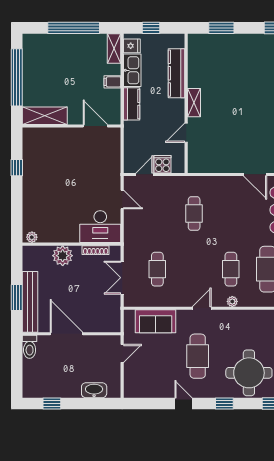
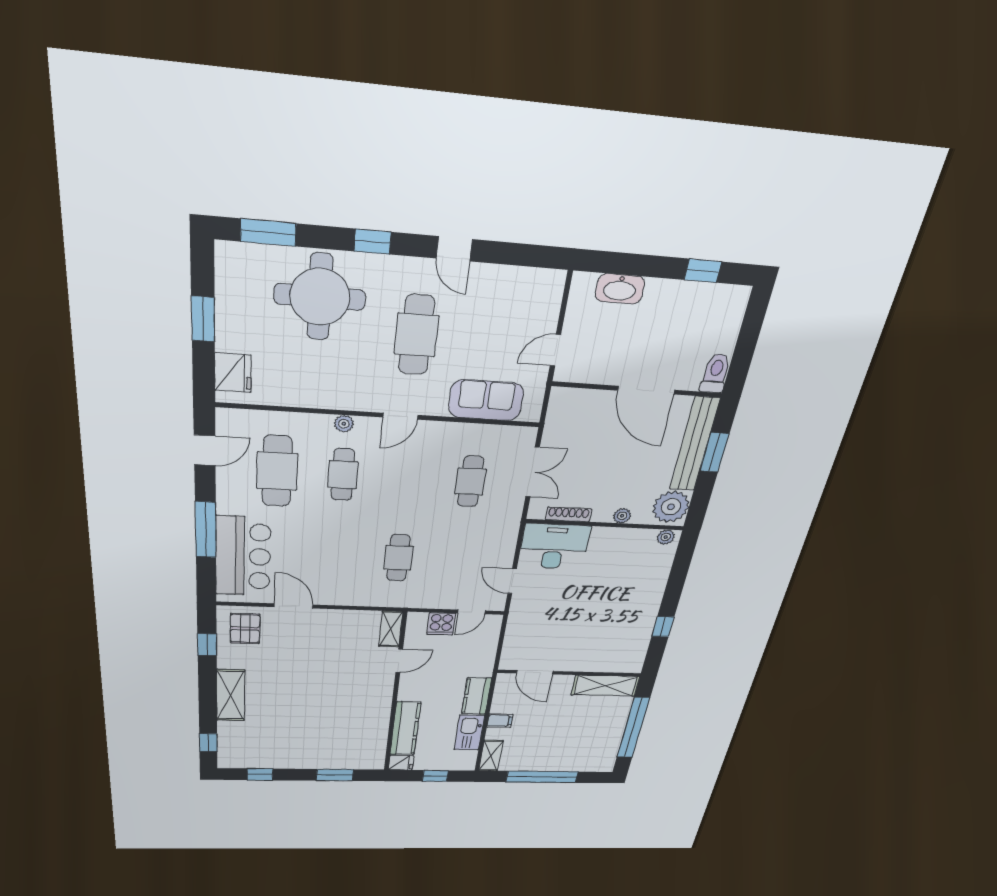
fridge: (132, 46) -> (401, 763), moved, turned 180
shelving: (194, 103) -> (391, 629), moved
plant: (63, 256) -> (622, 516), width x0.53, depth x0.53
plant: (34, 259) -> (671, 507), added

